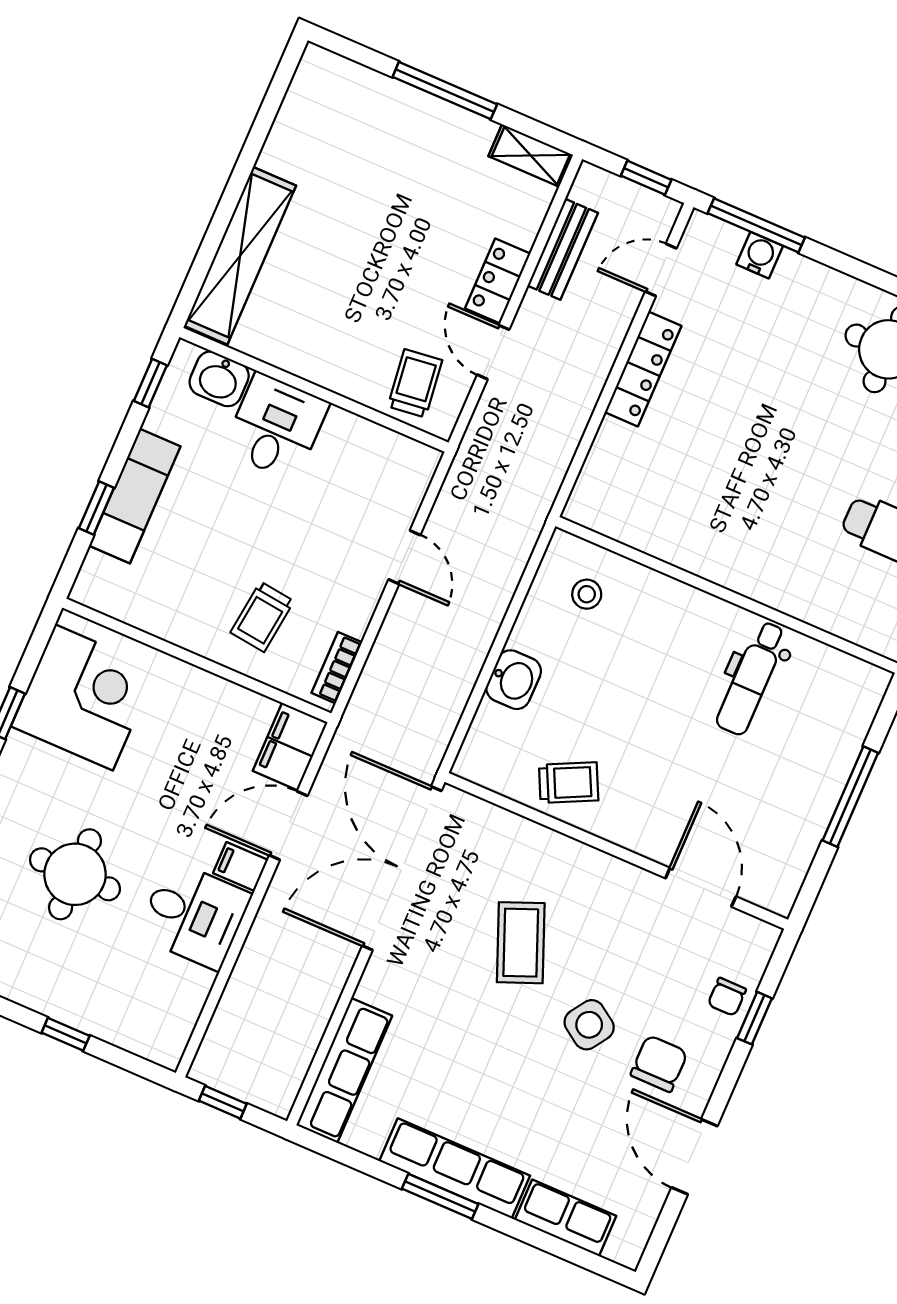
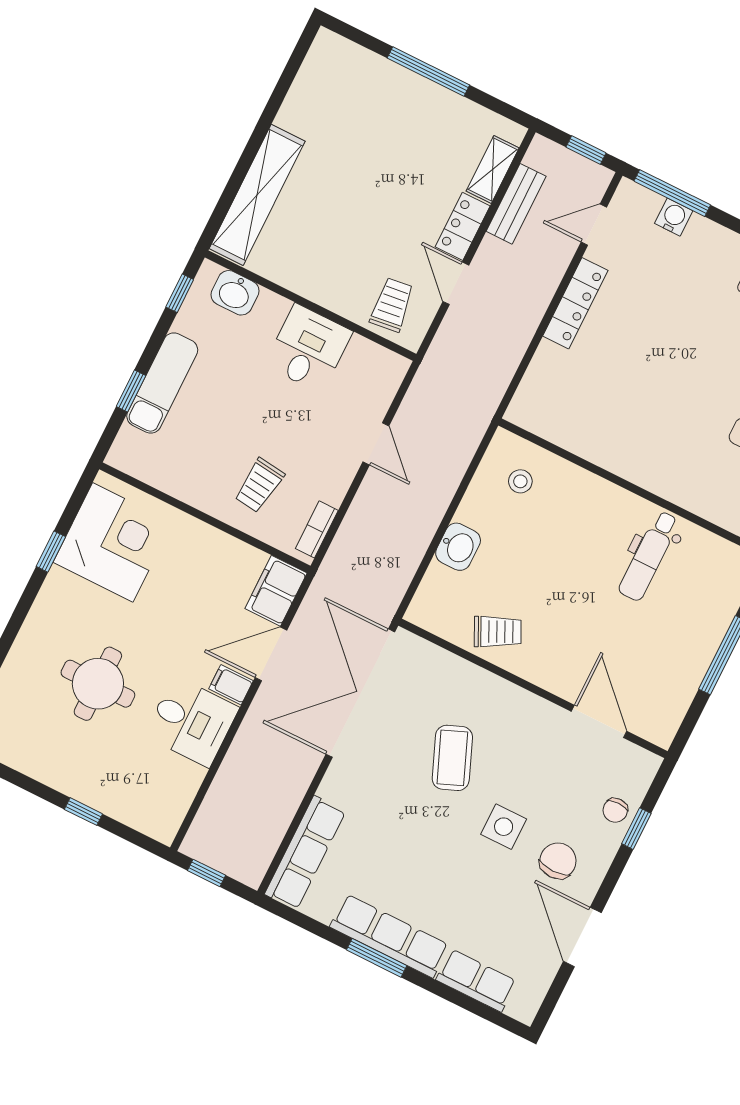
shelving: (531, 156) -> (493, 169), moved, turned 90
desk: (276, 427) -> (308, 348), moved
side table: (589, 1025) -> (504, 827), turned -34

